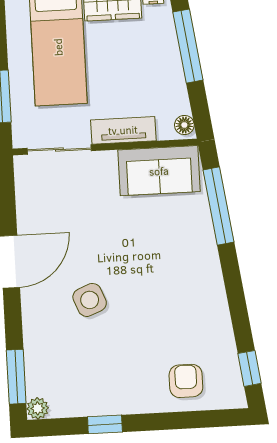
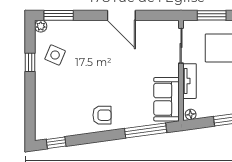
side table: (90, 300) -> (55, 55), moved, turned 45
armchair: (186, 381) -> (102, 115), moved

